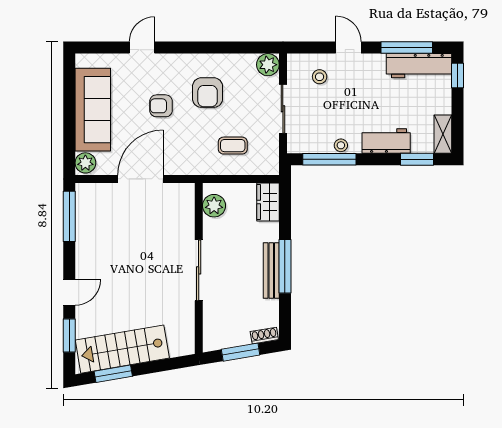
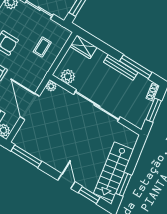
plant: (187, 191) -> (51, 86), added
window: (285, 266) -> (136, 67), moved
sliding door: (199, 270) -> (97, 106), width x1.36

